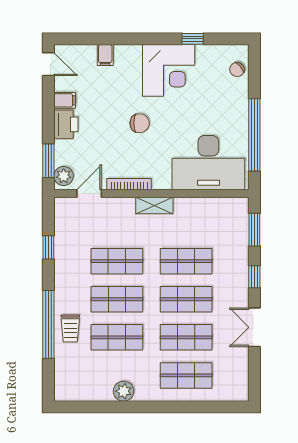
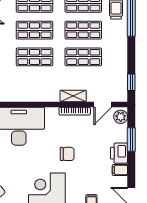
chair: (140, 123) -> (67, 154), turned 180
window: (48, 161) -> (131, 140), moved
shelving: (154, 205) -> (73, 96), moved
window: (48, 247) -> (131, 82), moved

